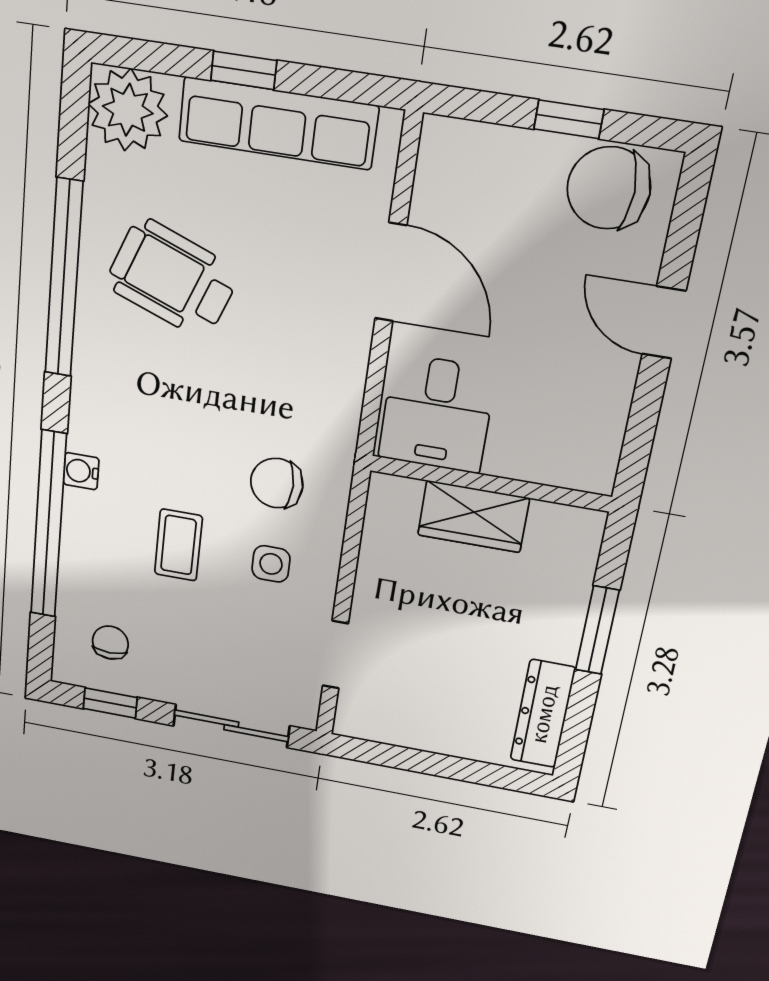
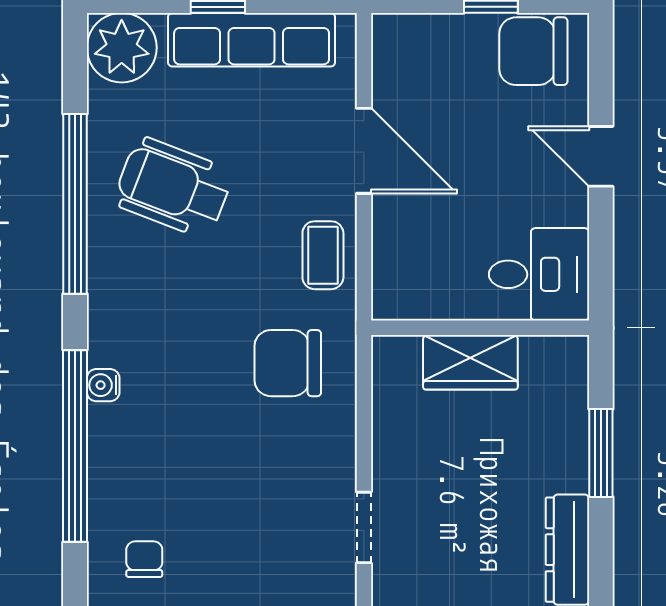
desk: (437, 414) -> (539, 274), moved, turned -90
chair: (277, 483) -> (288, 363), width x1.37, depth x1.37
coffee table: (178, 545) -> (323, 255), moved
side table: (271, 564) -> (292, 445), removed

